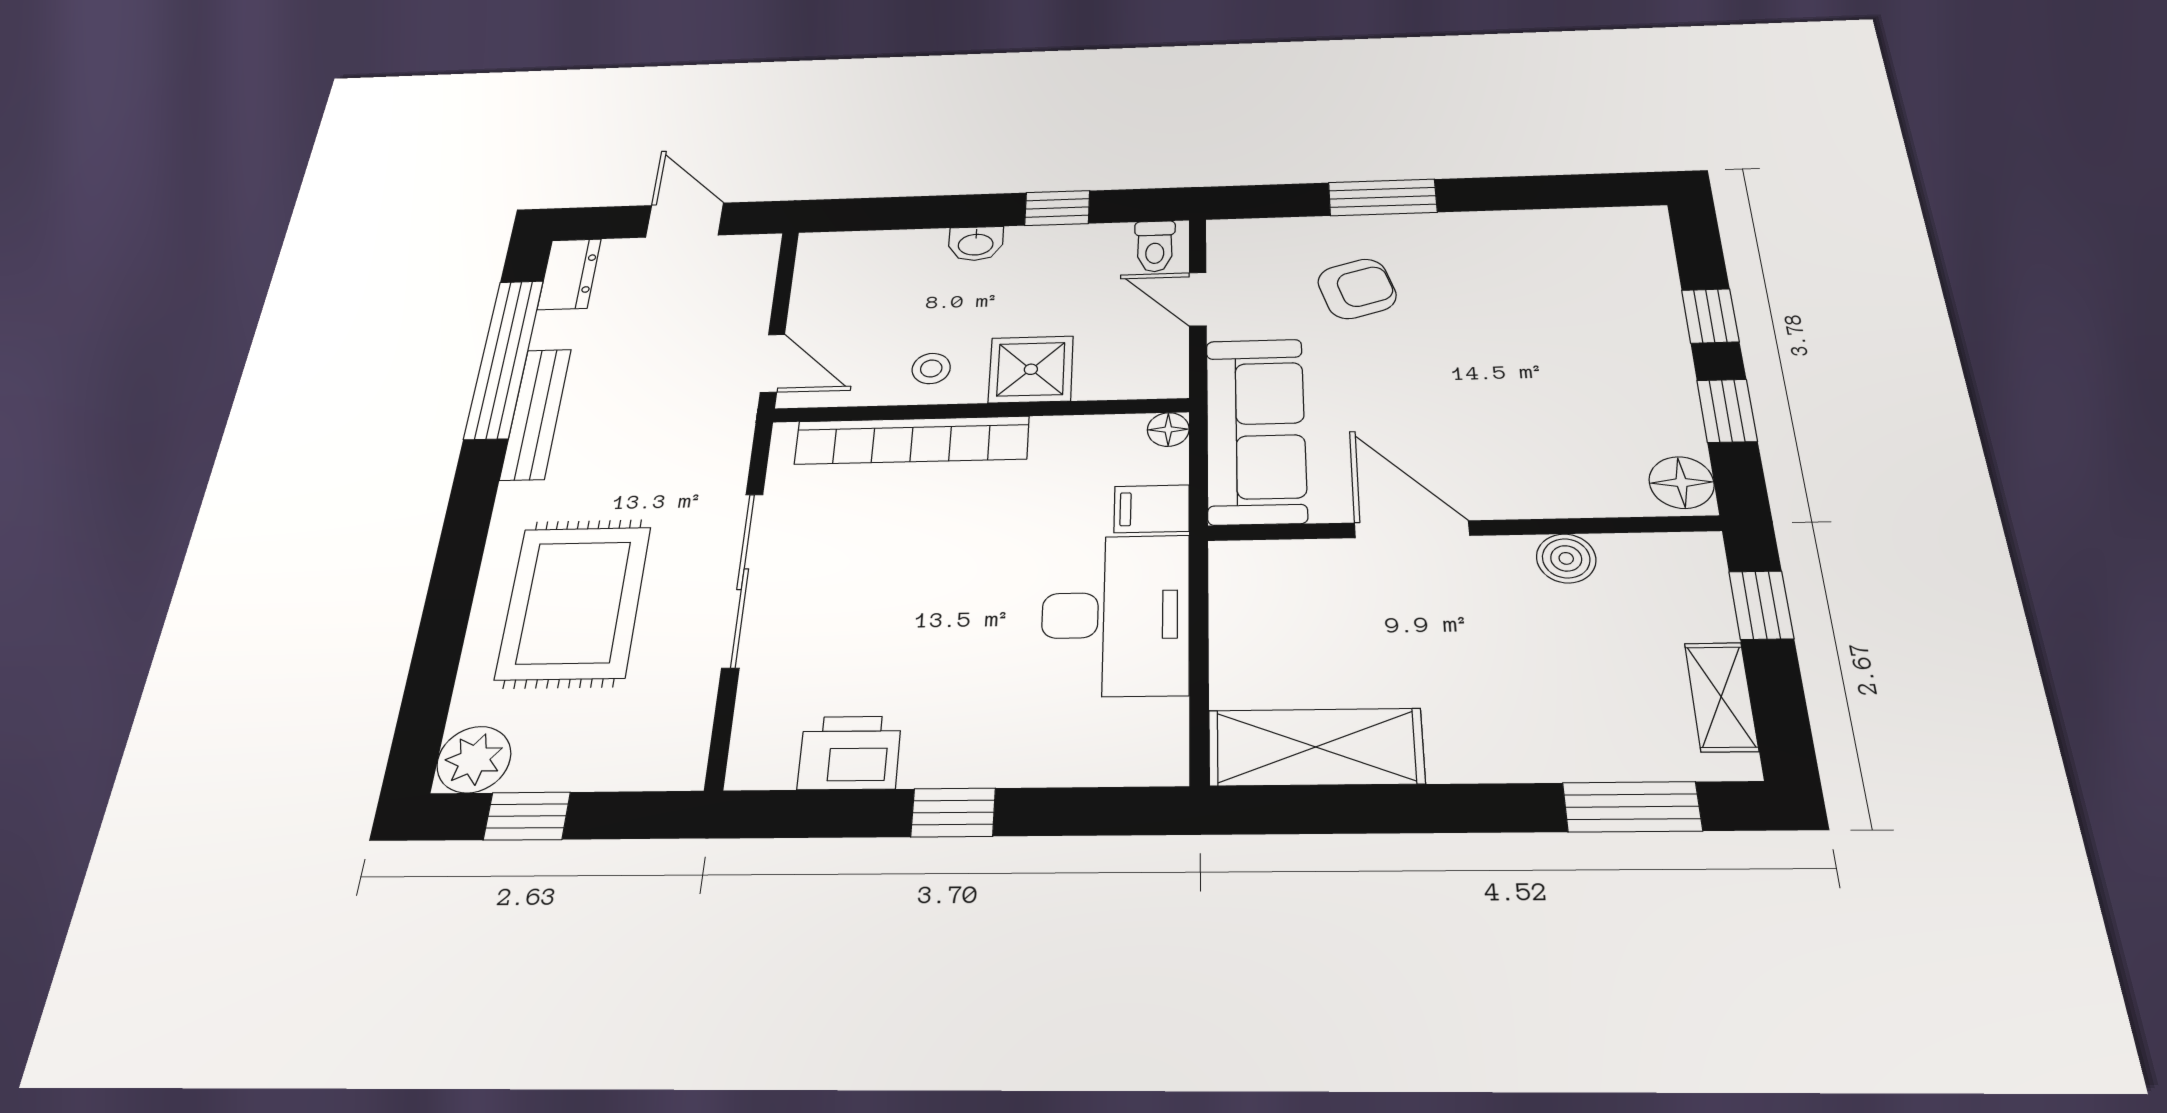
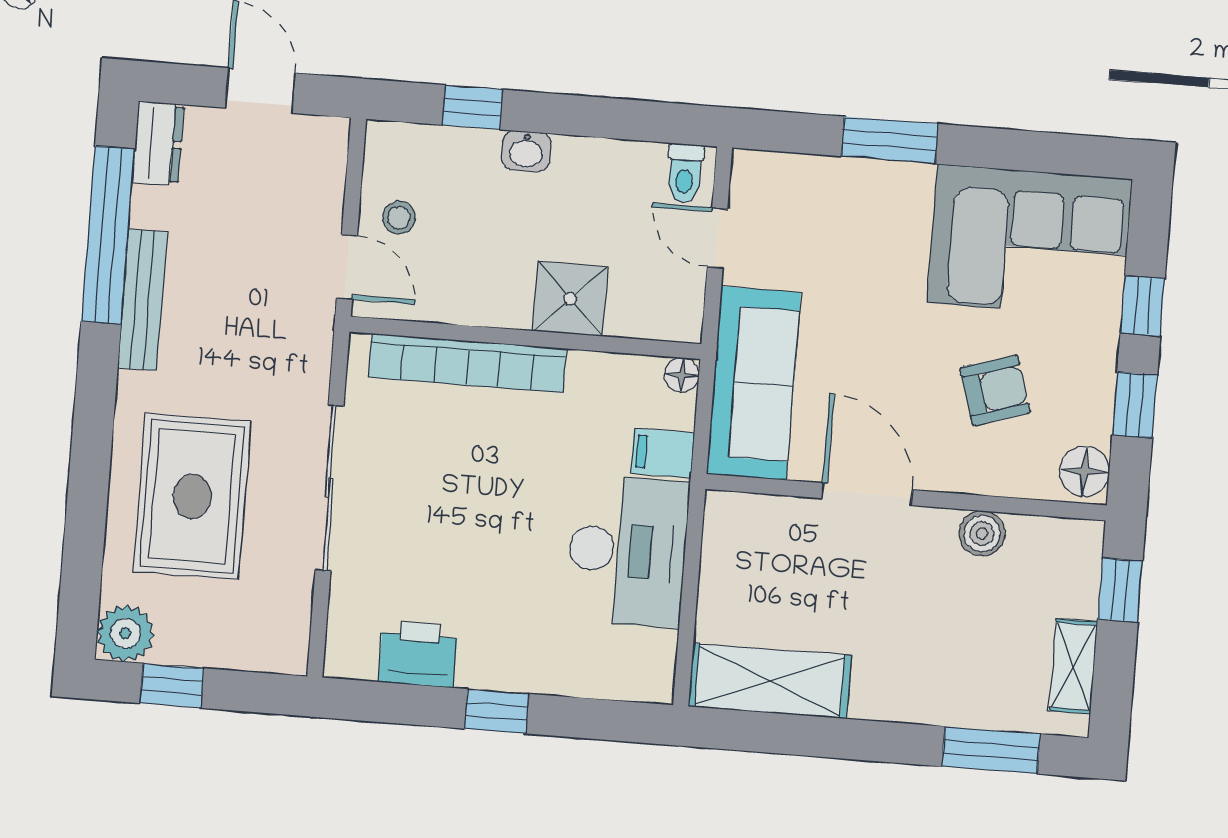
window: (1057, 208) -> (472, 107), moved
corner sofa: (1561, 269) -> (1029, 241), added
armchair: (1357, 289) -> (995, 390), moved
stool: (931, 368) -> (399, 218), moved

